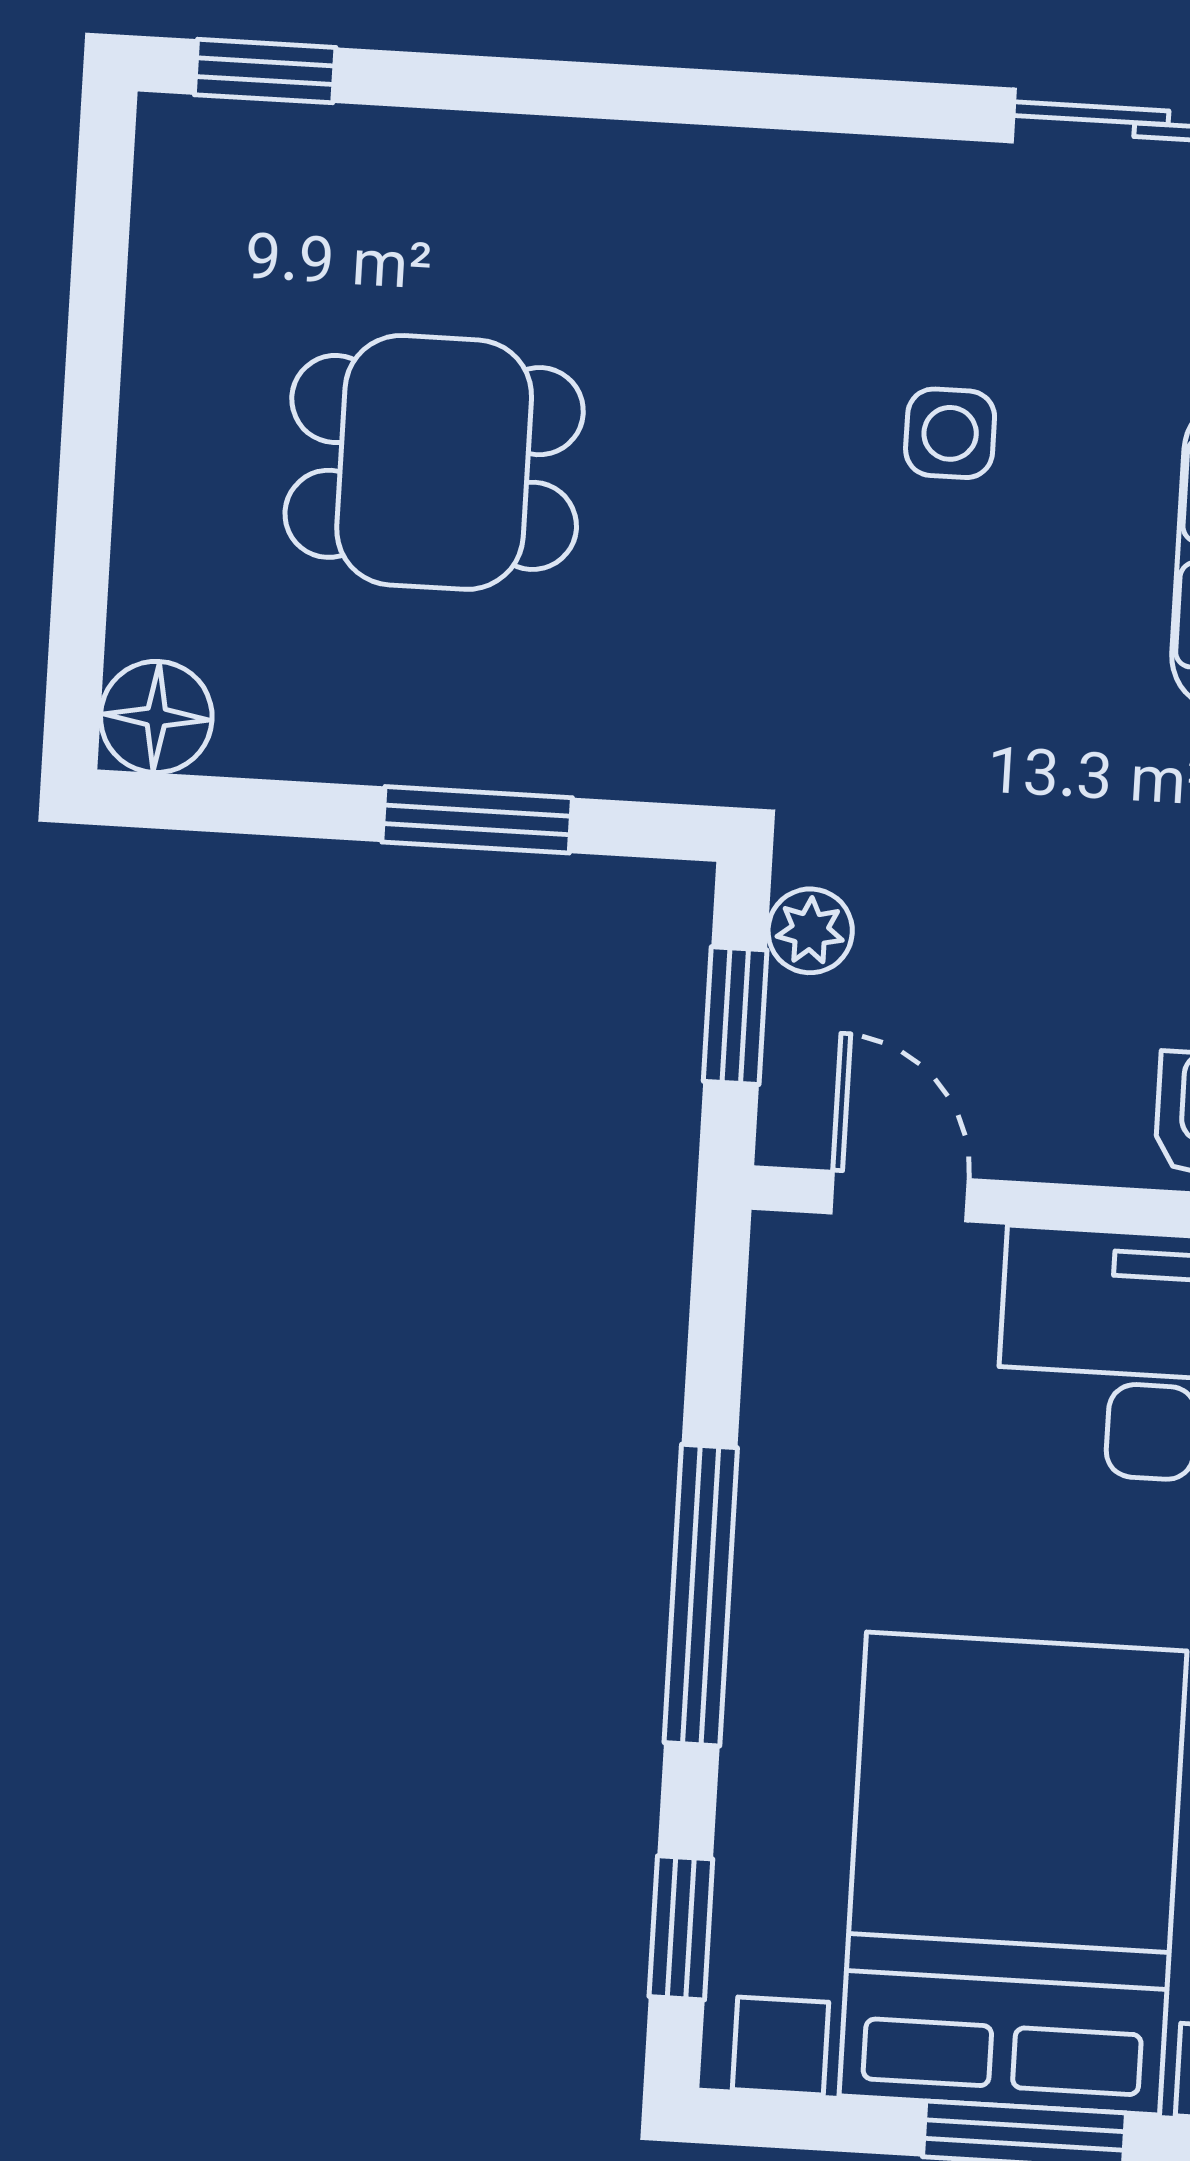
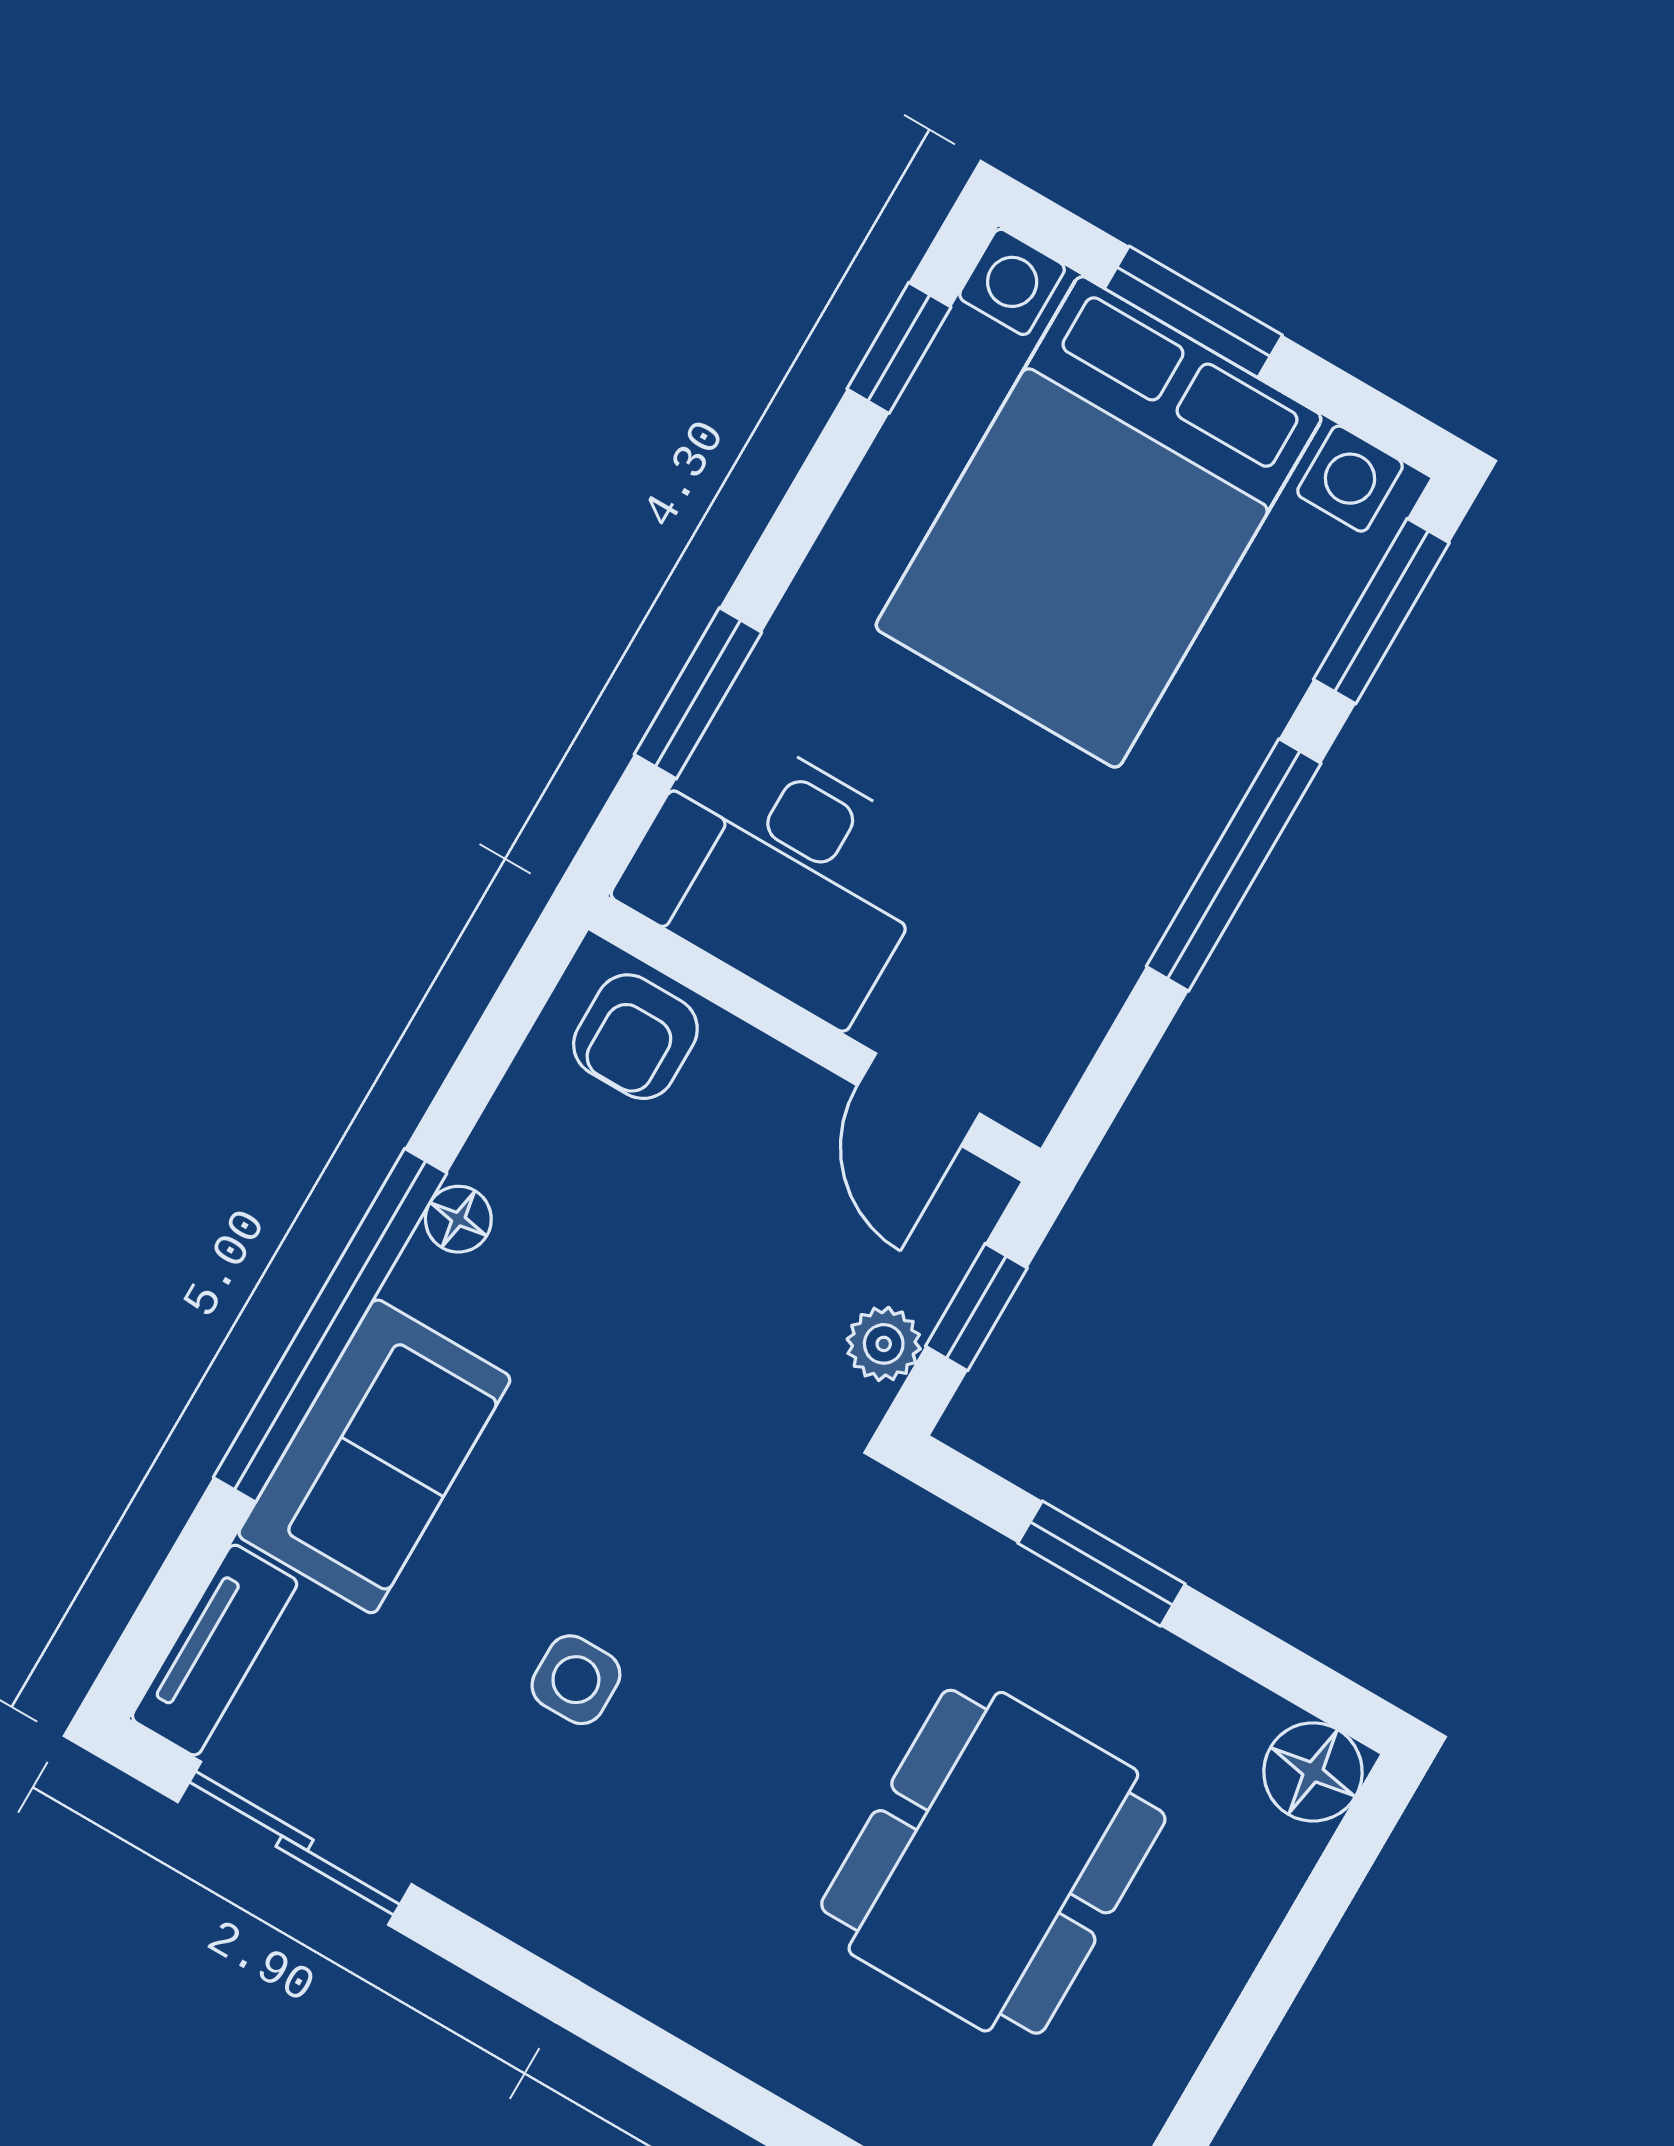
dining table: (434, 462) -> (993, 1862), width x1.37
window: (681, 1928) -> (1381, 611), width x1.50

